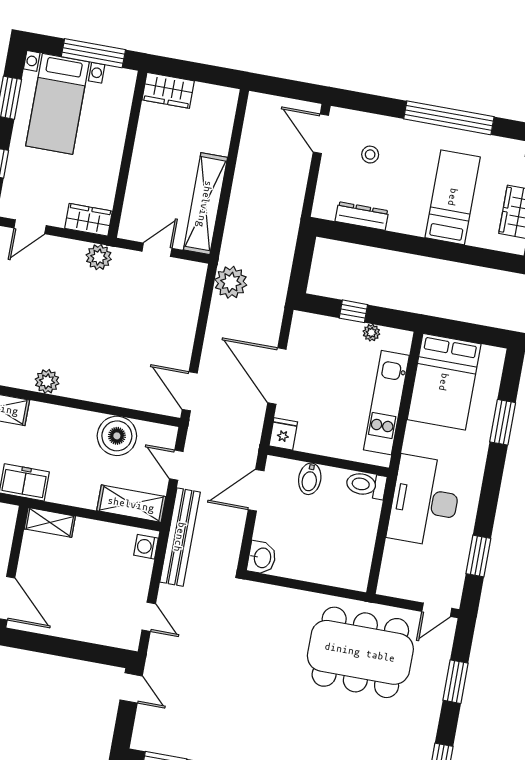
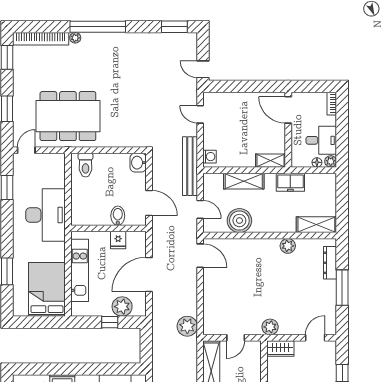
plant: (371, 333) -> (122, 307), moved, width x1.87, depth x1.87
door: (277, 376) -> (149, 274), swing flipped
fridge: (283, 434) -> (118, 240), moved
toilet: (366, 485) -> (86, 165), moved, turned 90
door: (256, 490) -> (149, 203), hinge flipped
shelving: (131, 504) -> (244, 181), moved

